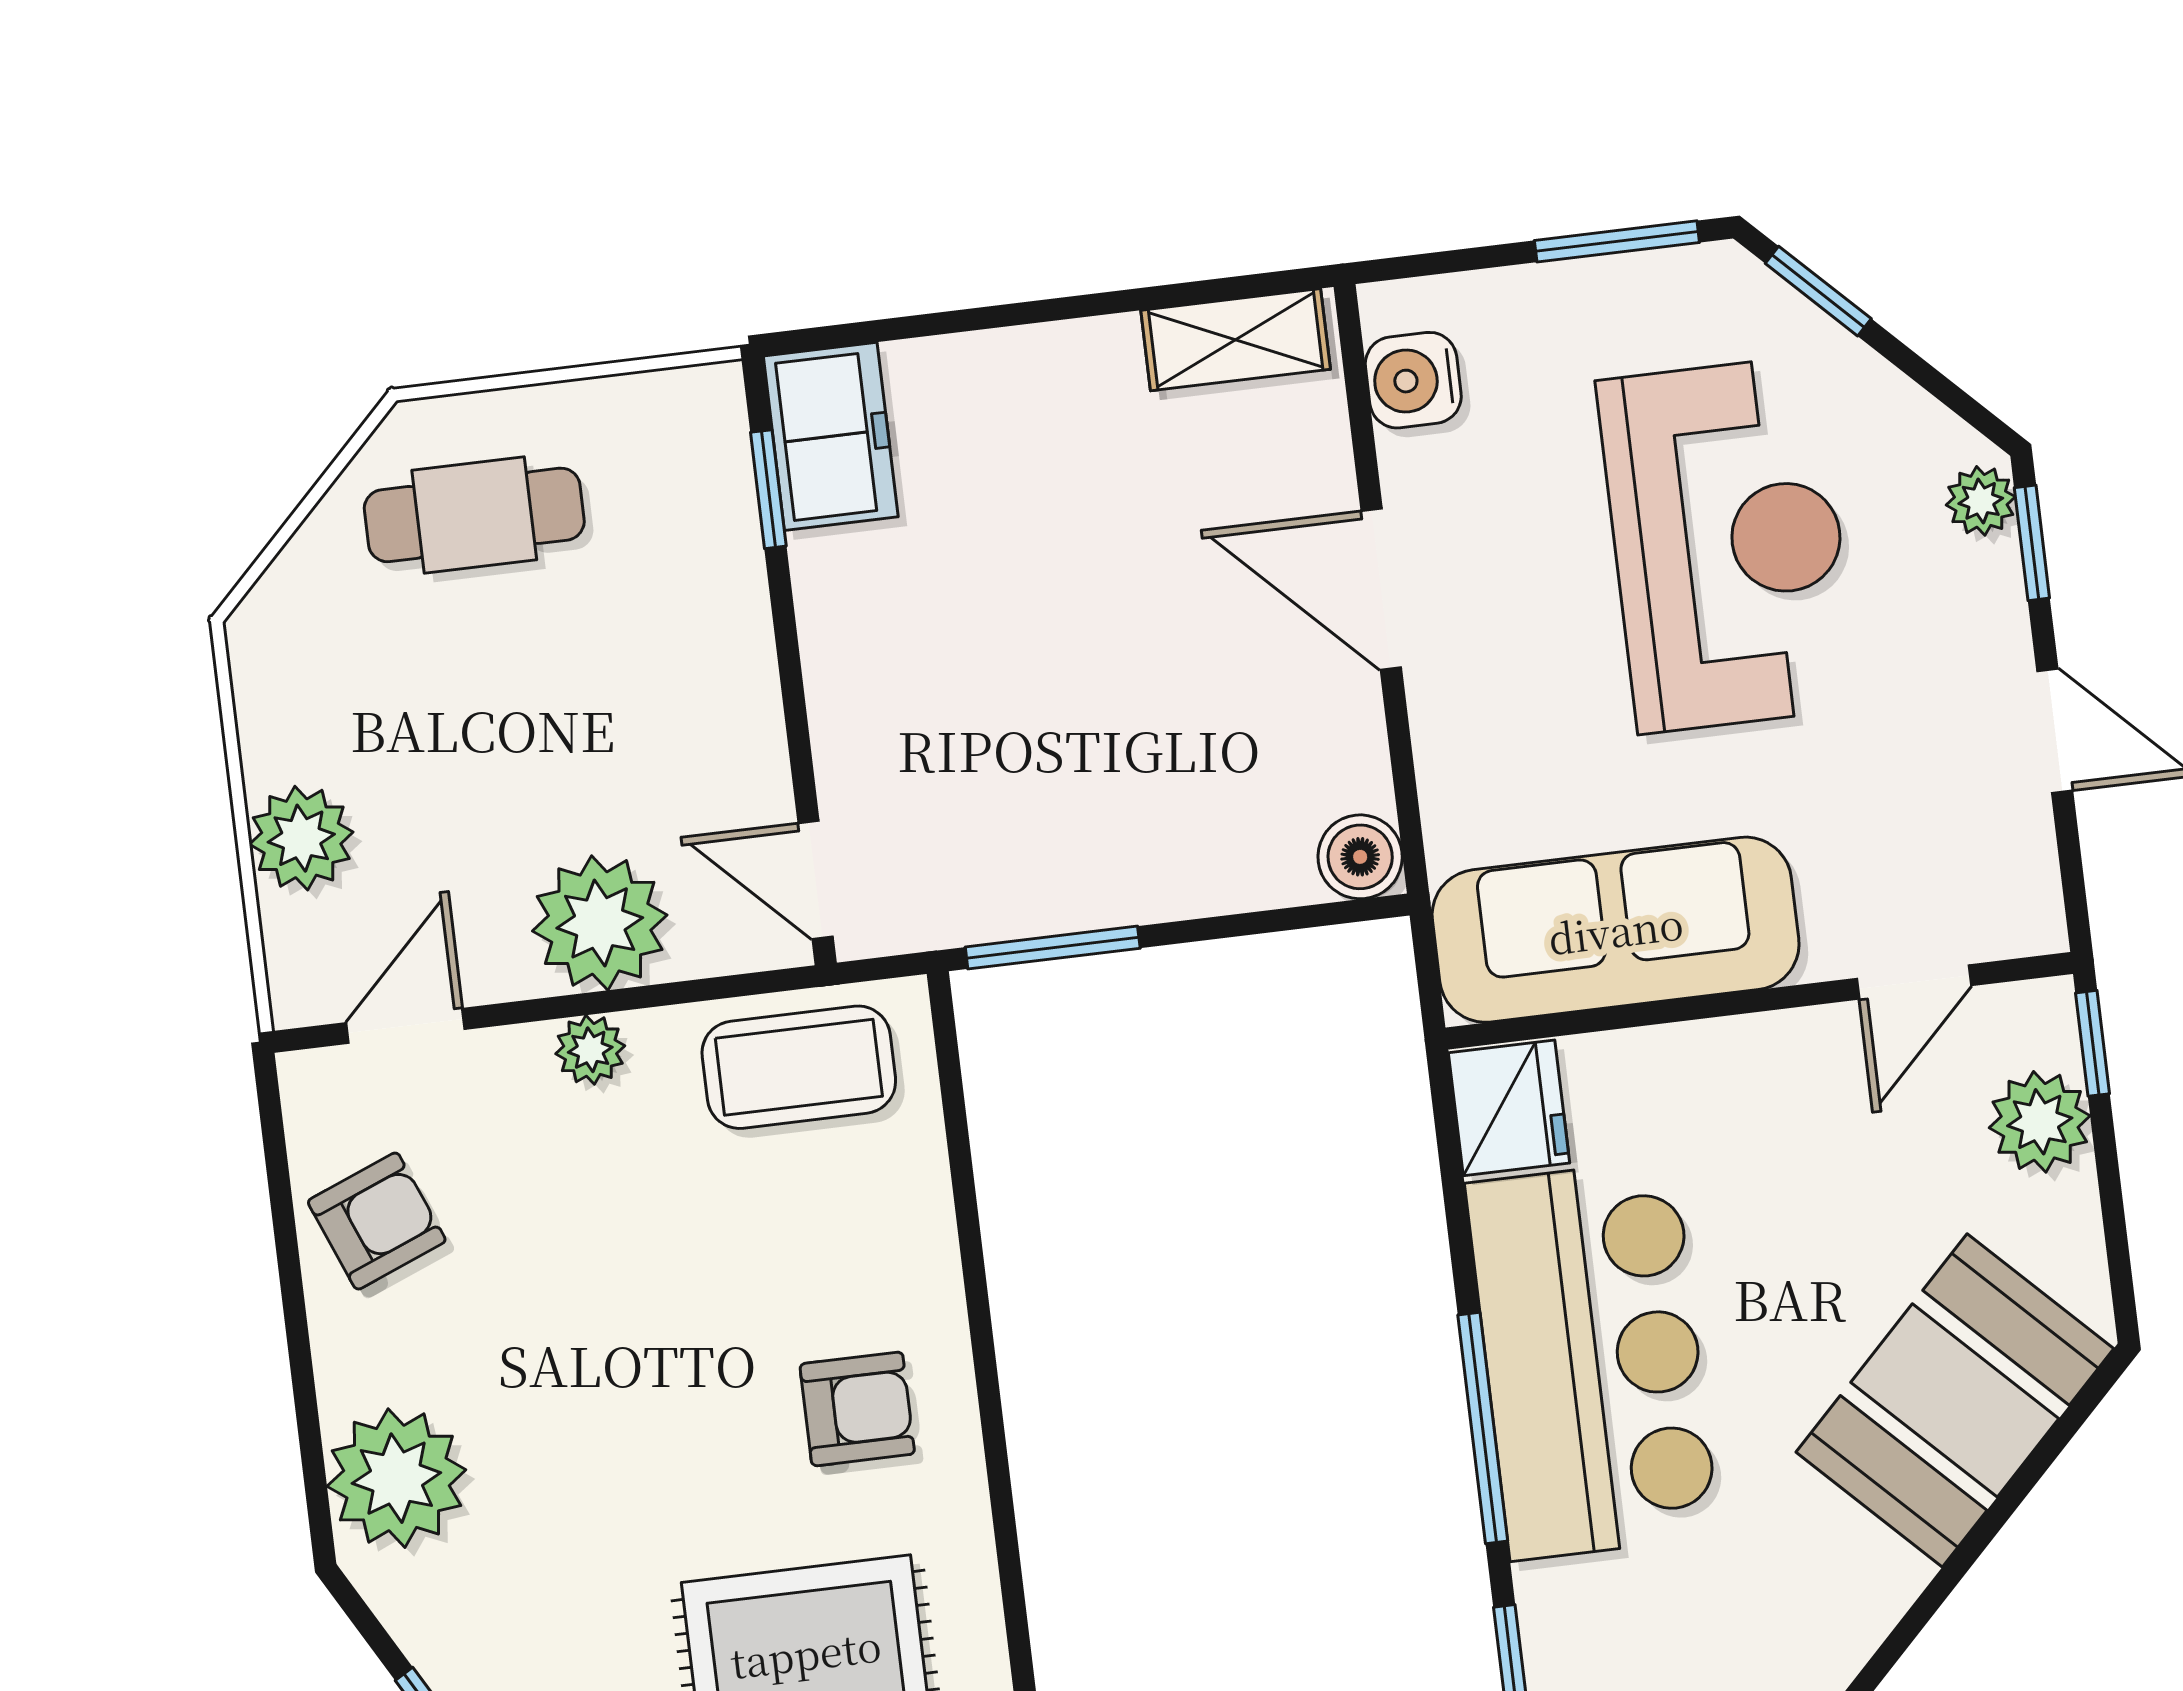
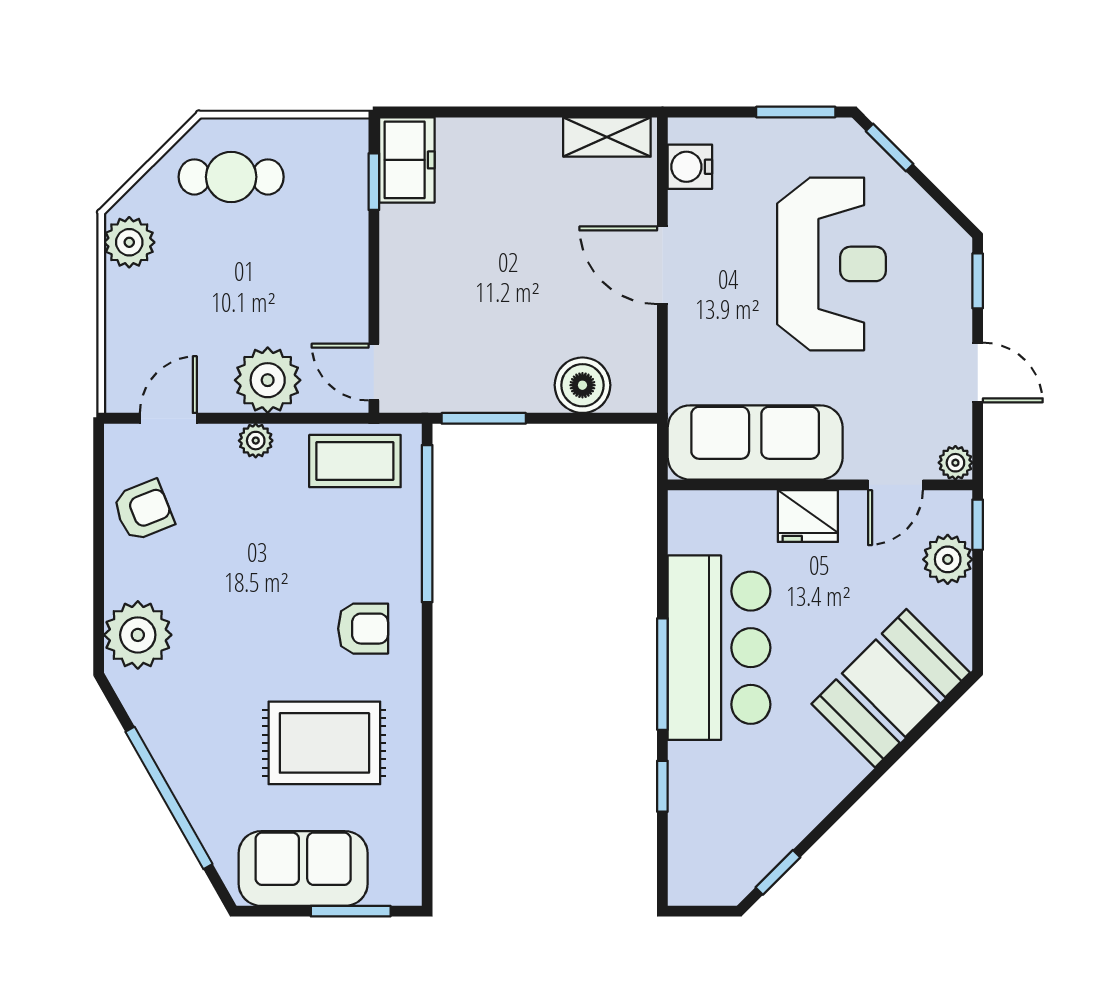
plant: (1981, 501) -> (955, 463), moved
plant: (301, 838) -> (129, 242), moved
boiler: (1360, 857) -> (582, 385), moved, width x1.36, depth x1.36
fridge: (1509, 1108) -> (808, 516), moved, turned 90
window: (963, 1178) -> (427, 524), added

